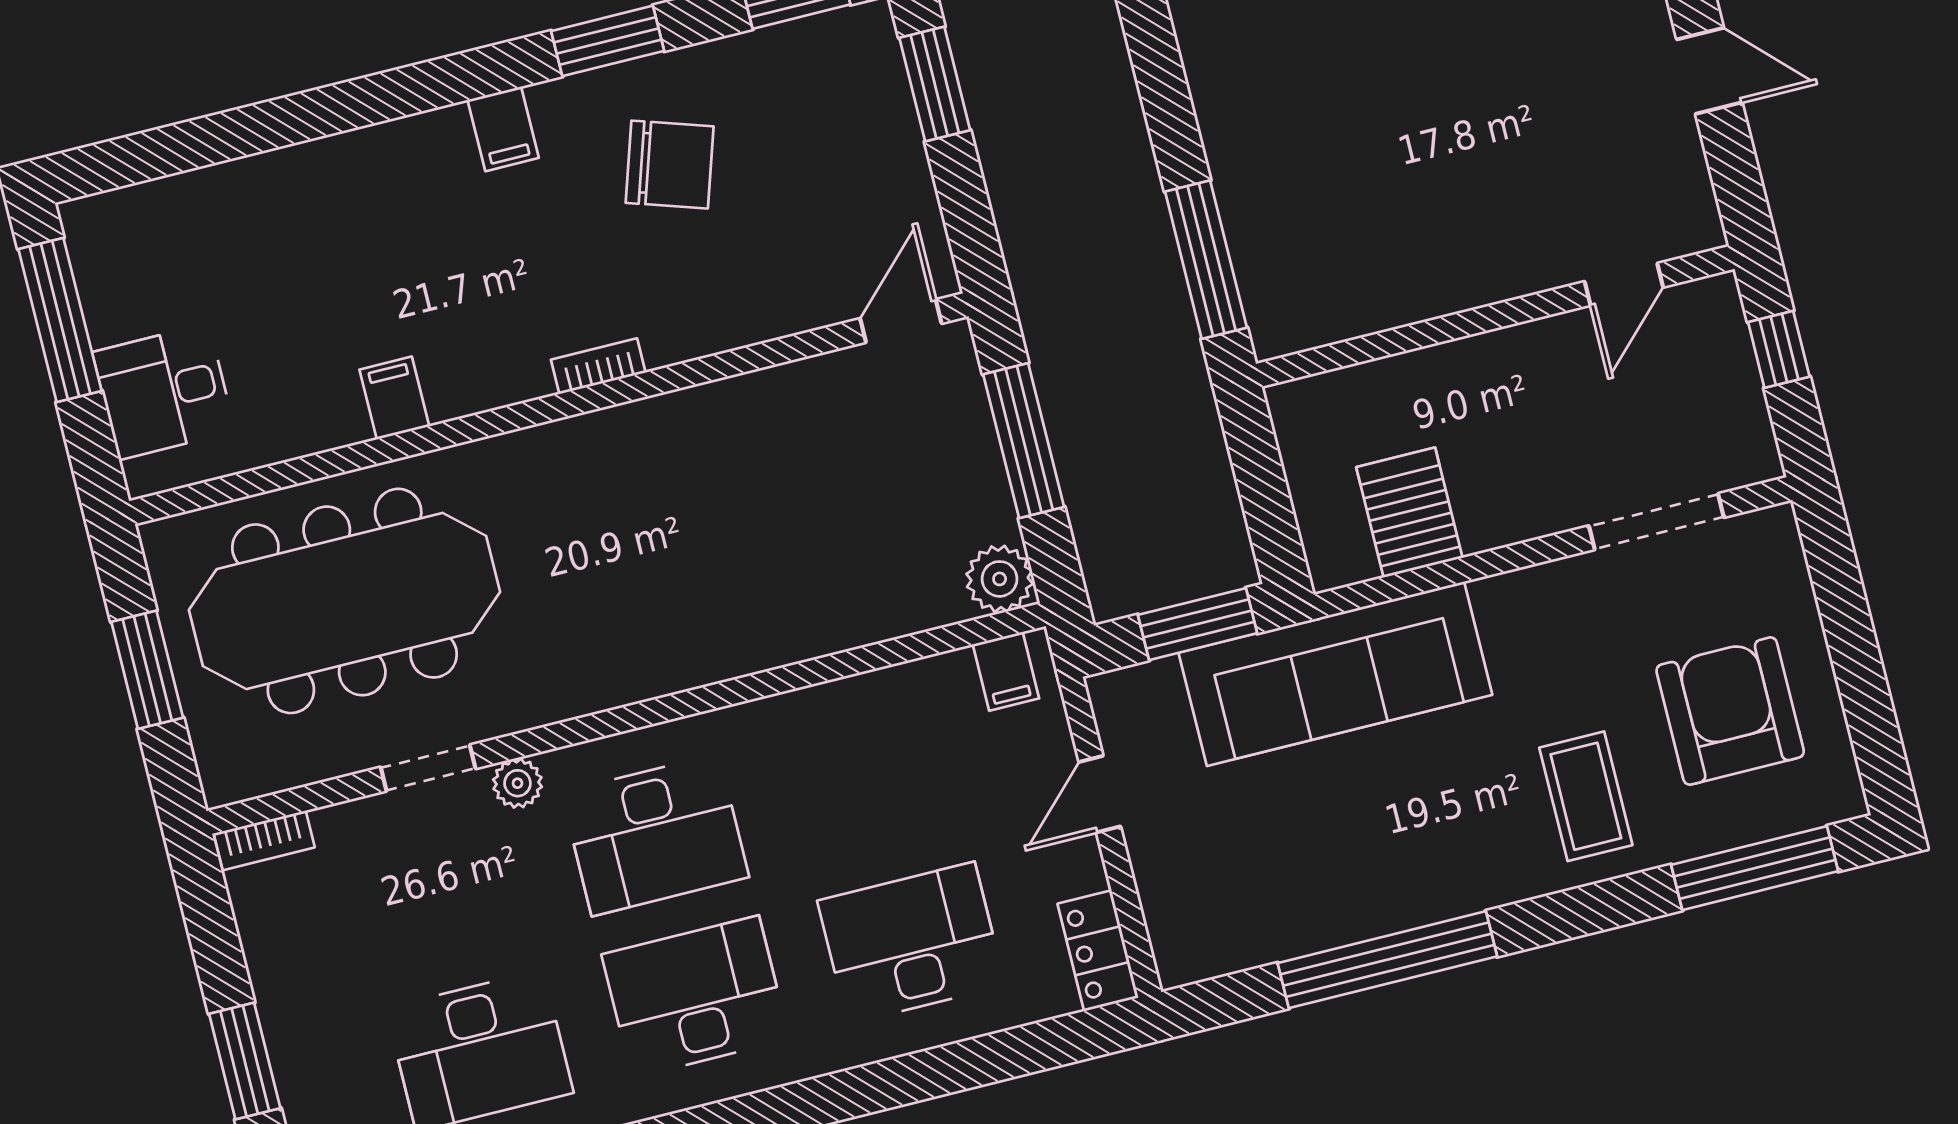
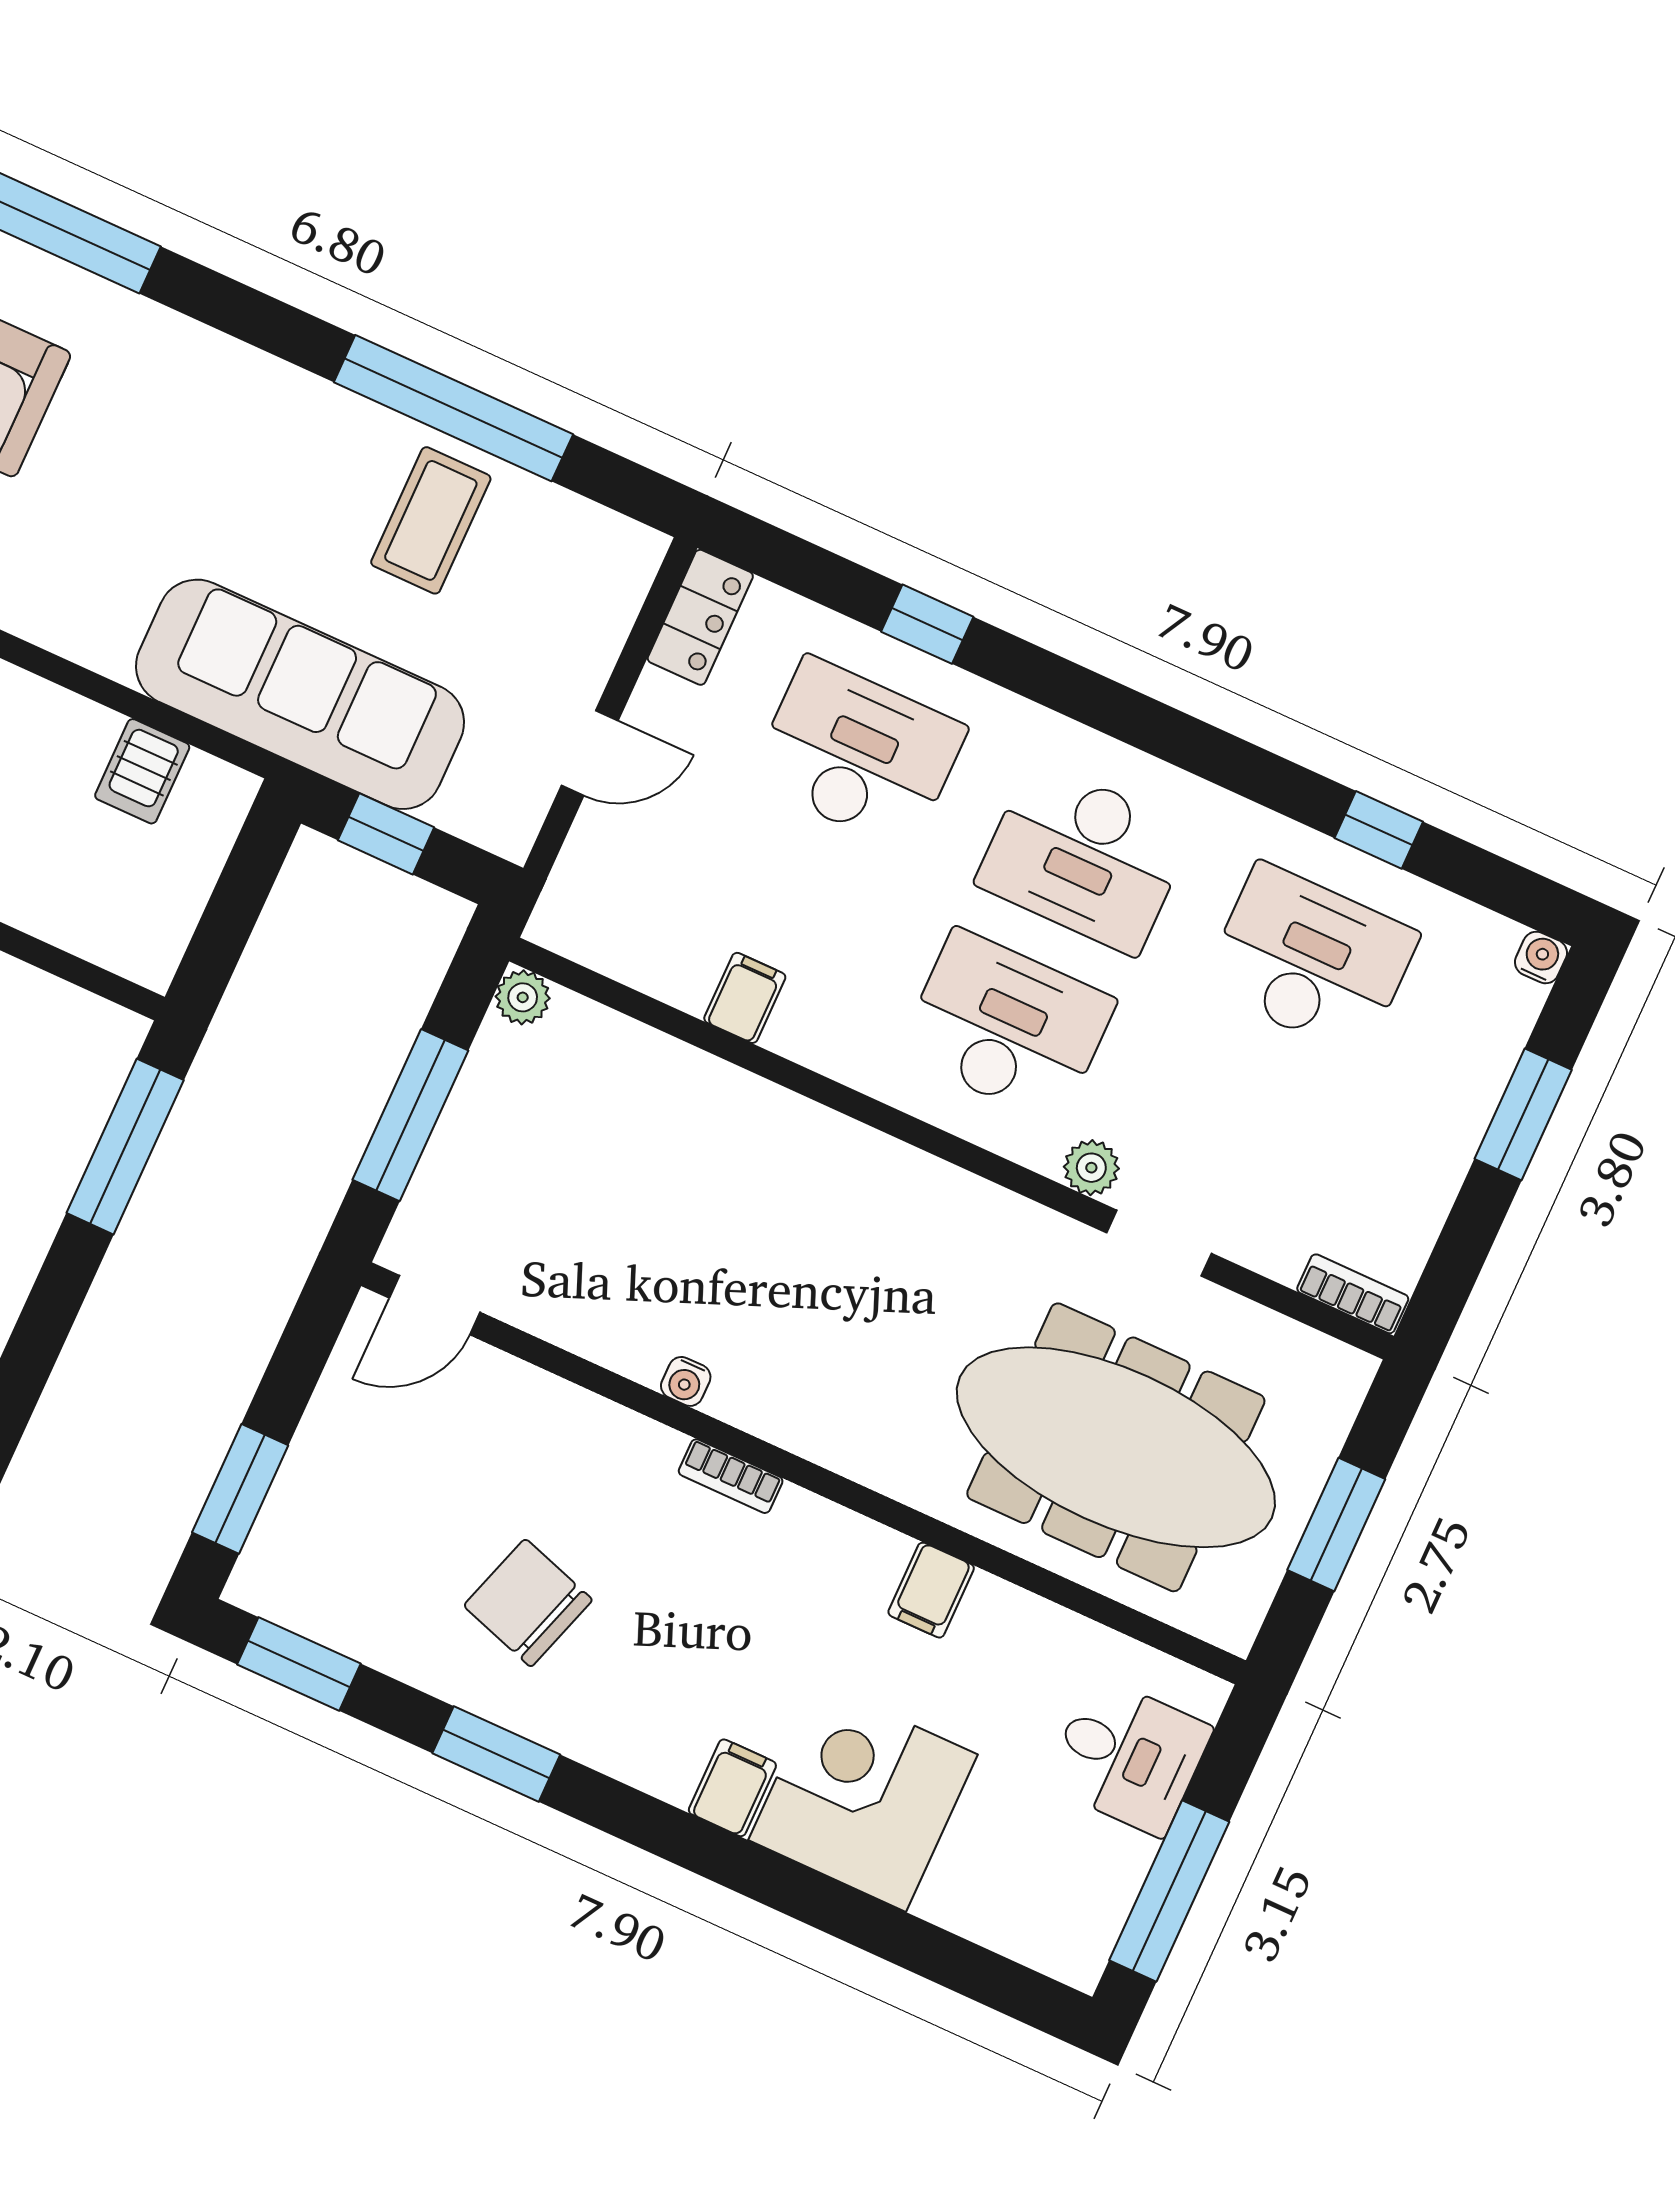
filing cabinet: (503, 129) -> (732, 1788), moved
corner desk: (327, 215) -> (863, 1797), added
water cooler: (682, 407) -> (686, 1381), added
server rack: (1409, 513) -> (142, 771), width x0.73, depth x0.70
plant: (1000, 579) -> (523, 997), width x0.73, depth x0.73
window: (1198, 624) -> (386, 834), width x0.67
filing cabinet: (1006, 671) -> (745, 998), moved
coffee table: (1586, 796) -> (431, 520), moved
desk: (911, 943) -> (858, 754), turned 180
window: (935, 1072) -> (927, 624), added

